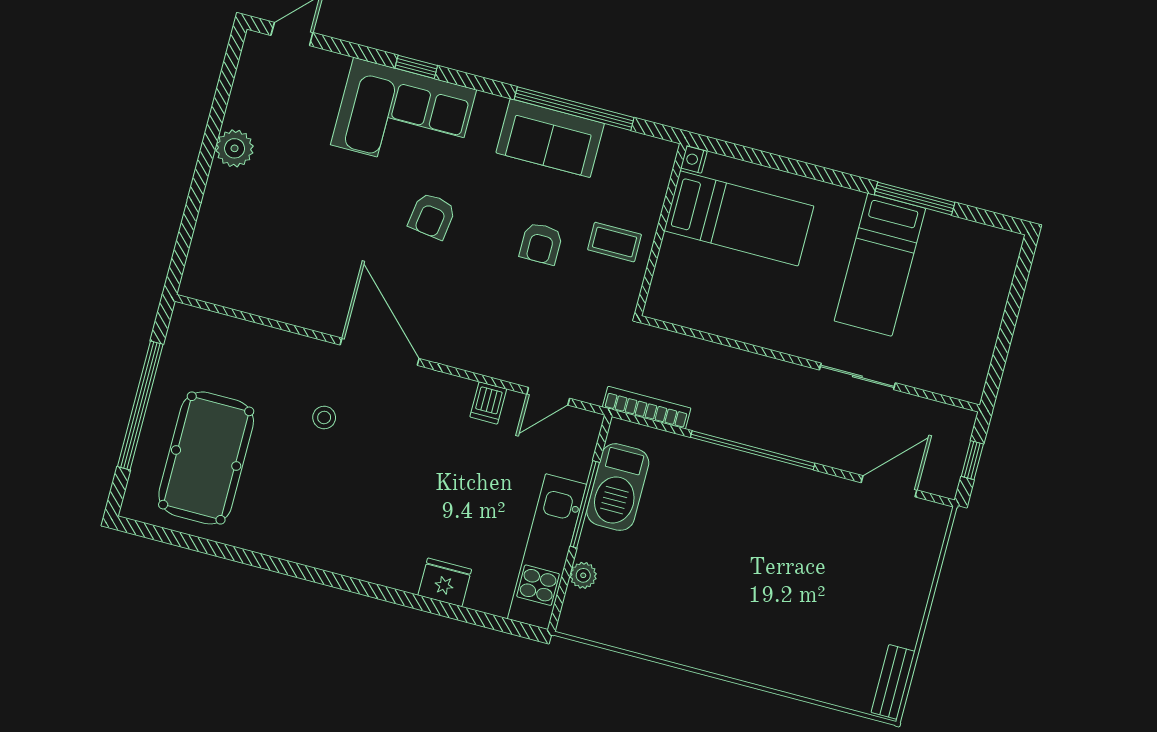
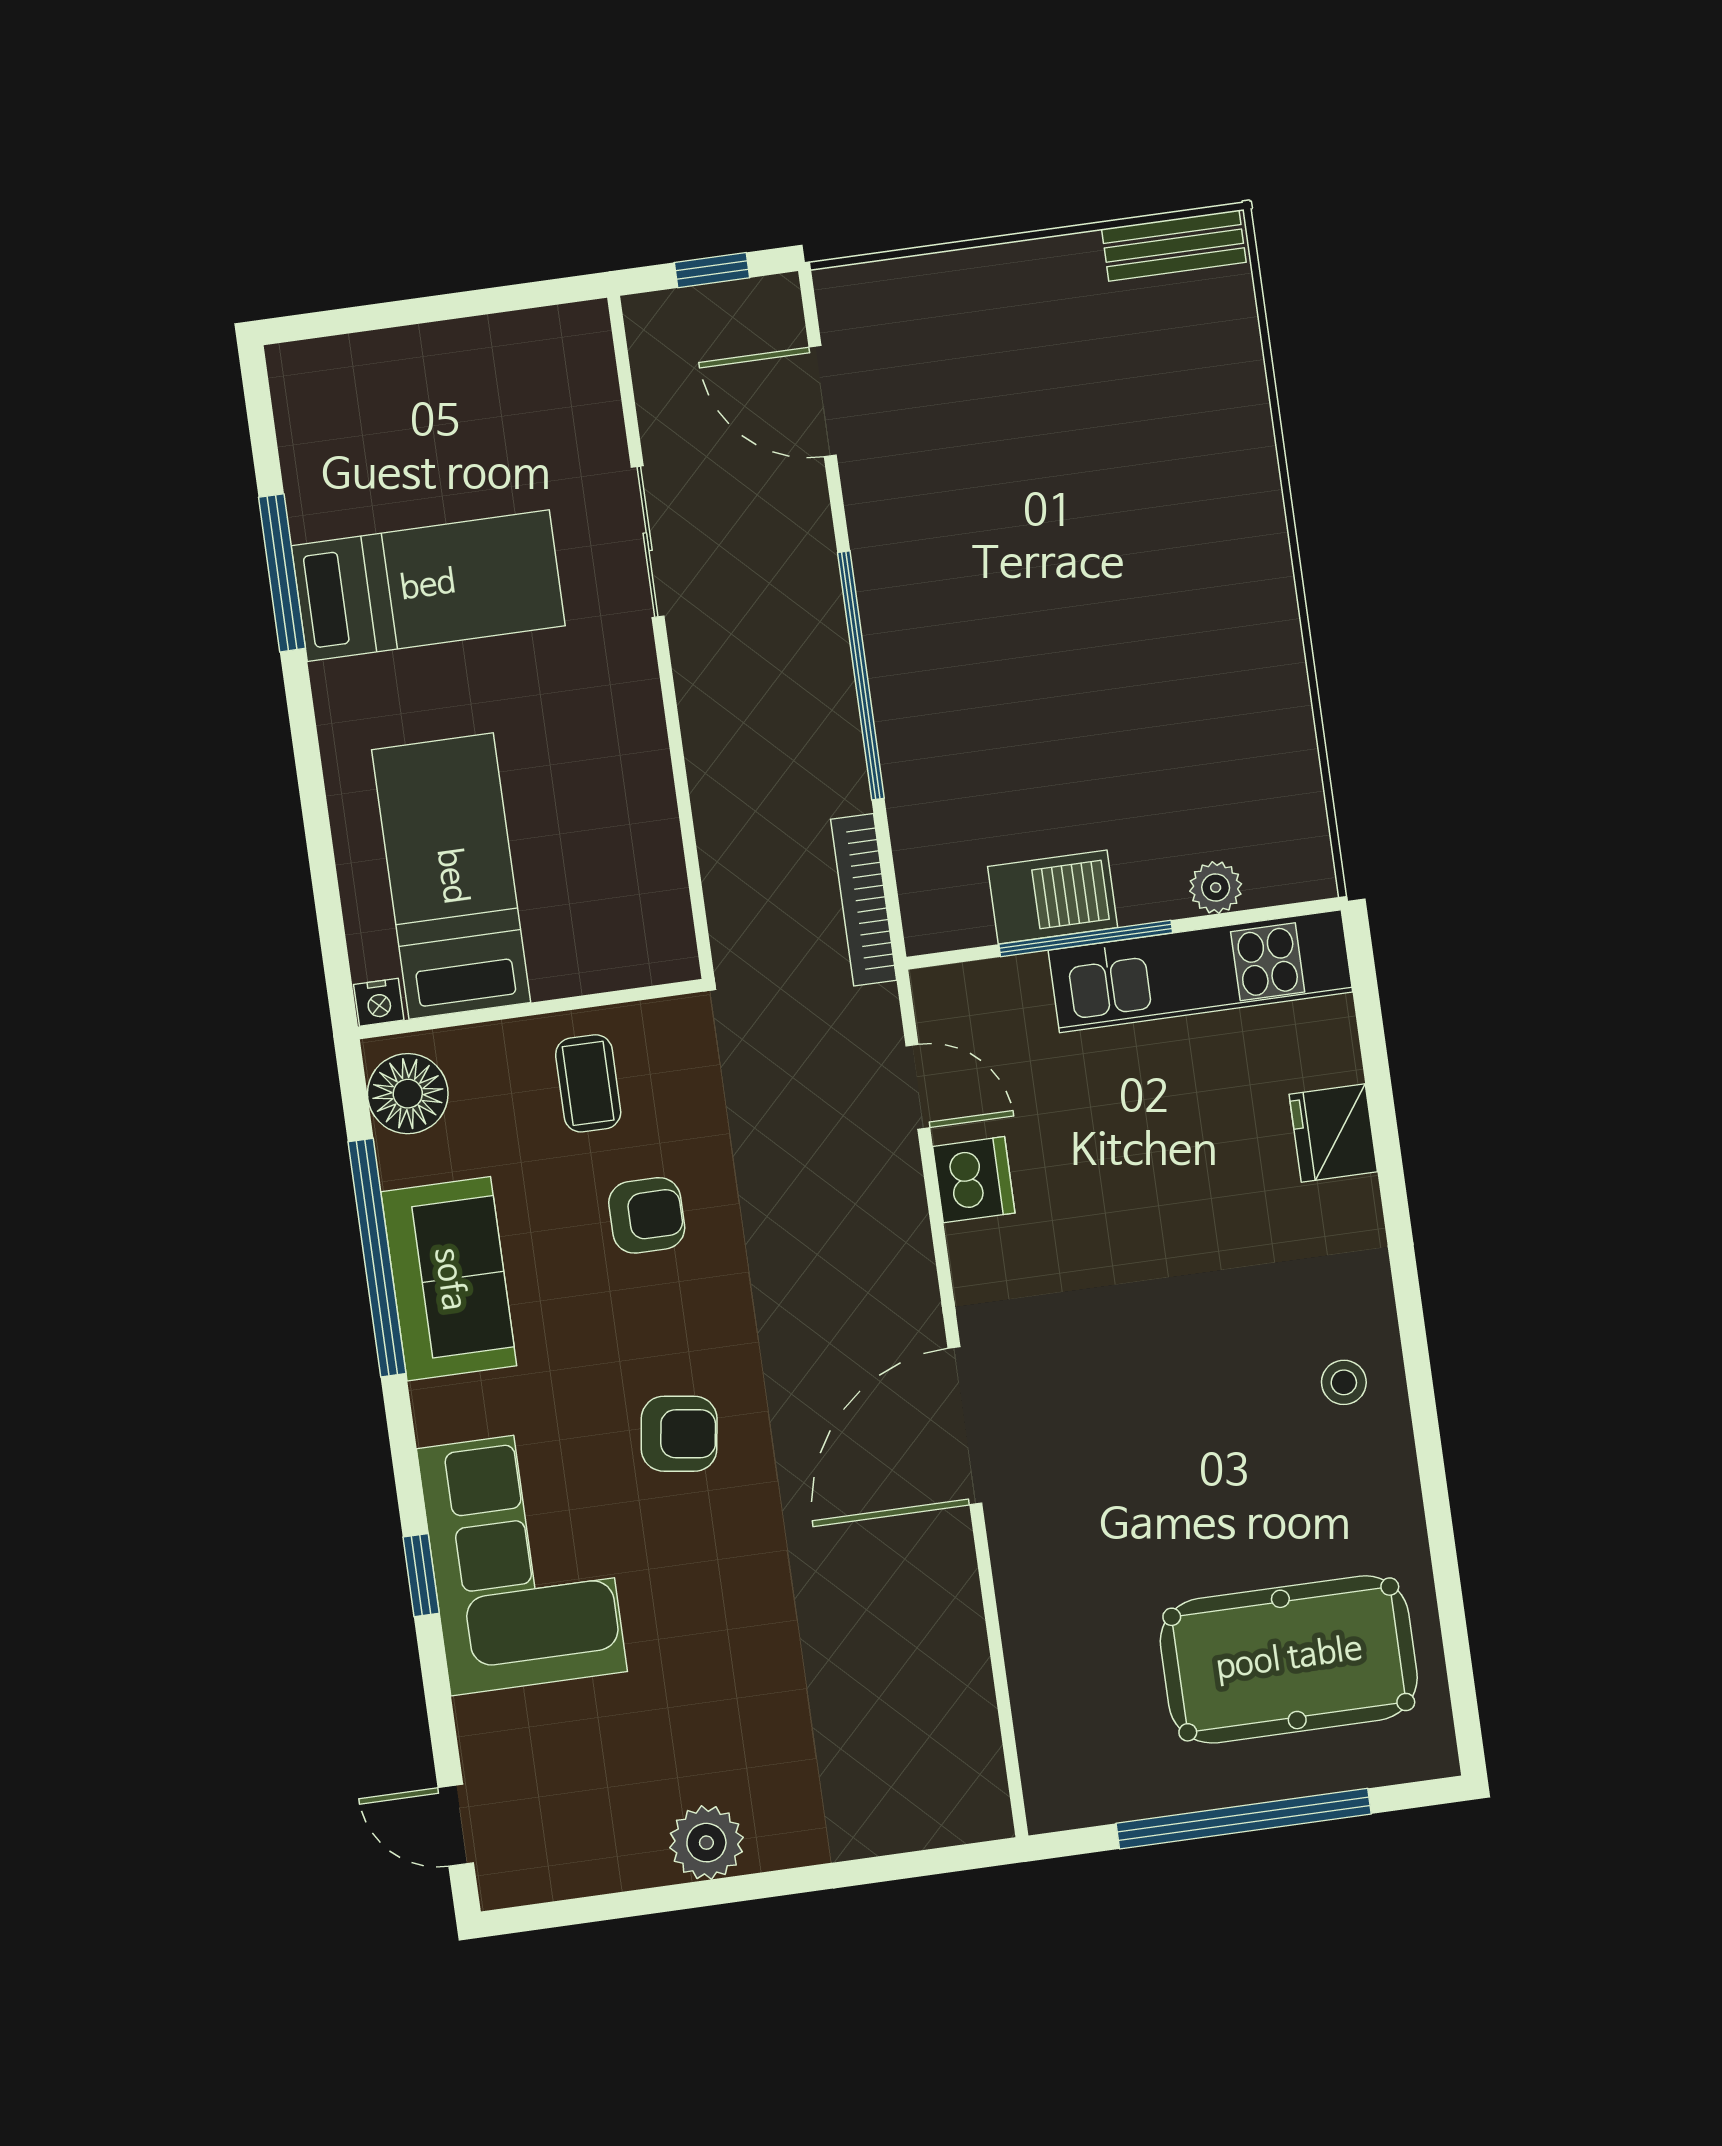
floor lamp: (645, 155) -> (408, 1094), added
dishwasher: (488, 403) -> (974, 1180), width x1.38
stool: (324, 418) -> (1344, 1382), moved
barbecue: (618, 487) -> (1053, 897), width x0.73, depth x0.83

